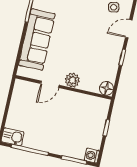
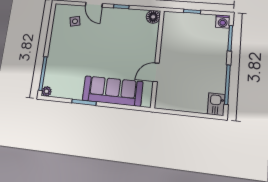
plant: (72, 80) -> (149, 51), removed
door: (50, 84) -> (156, 72), swing flipped

